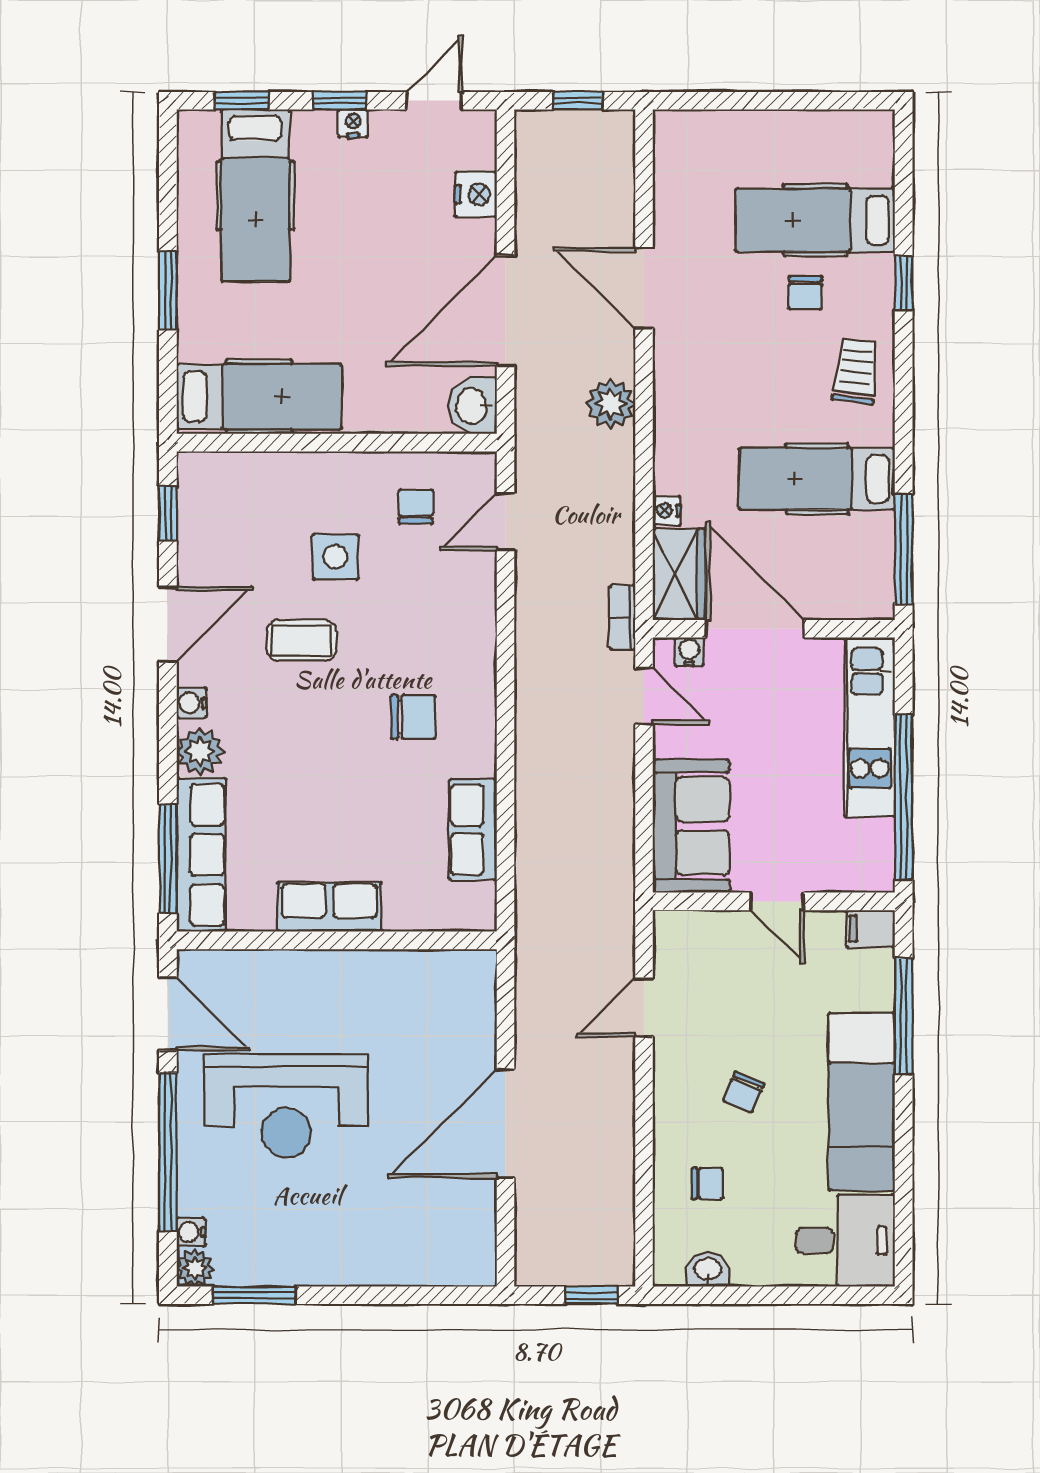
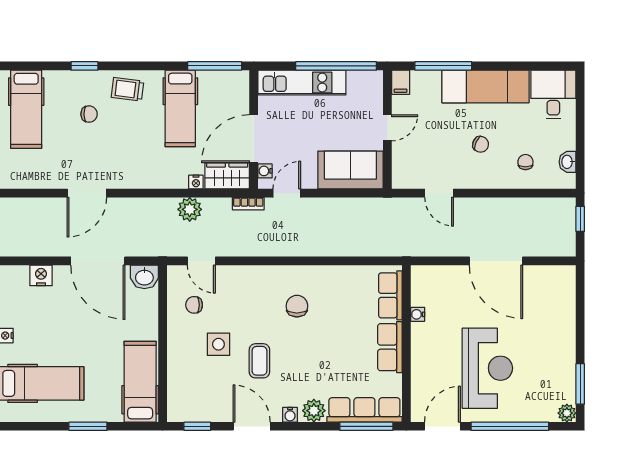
hospital bed: (815, 220) -> (26, 109), moved
plant: (611, 404) -> (190, 209), moved
row of seats: (473, 830) -> (390, 295), moved, turned 90
water cooler: (191, 1232) -> (418, 314), moved, turned 90

